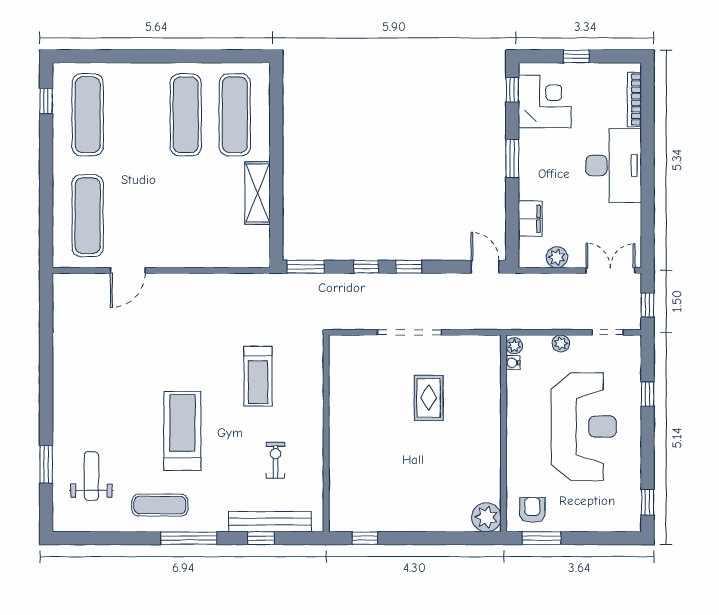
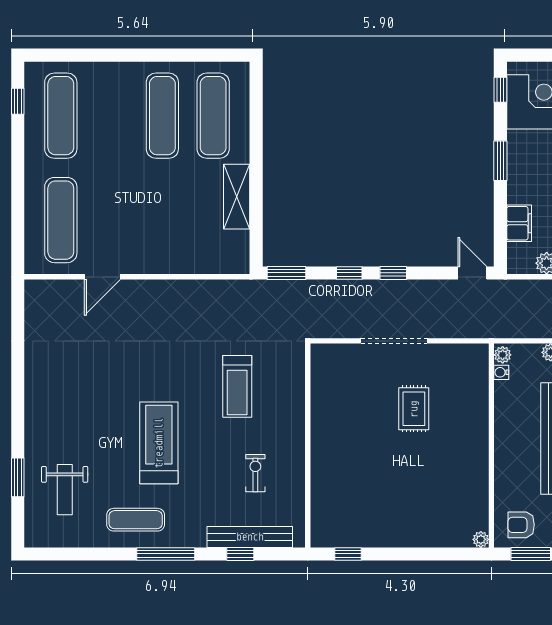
weight bench: (91, 476) -> (65, 490), turned 180
armchair: (532, 510) -> (521, 525), turned -90
plant: (486, 517) -> (481, 539), width x0.53, depth x0.53

